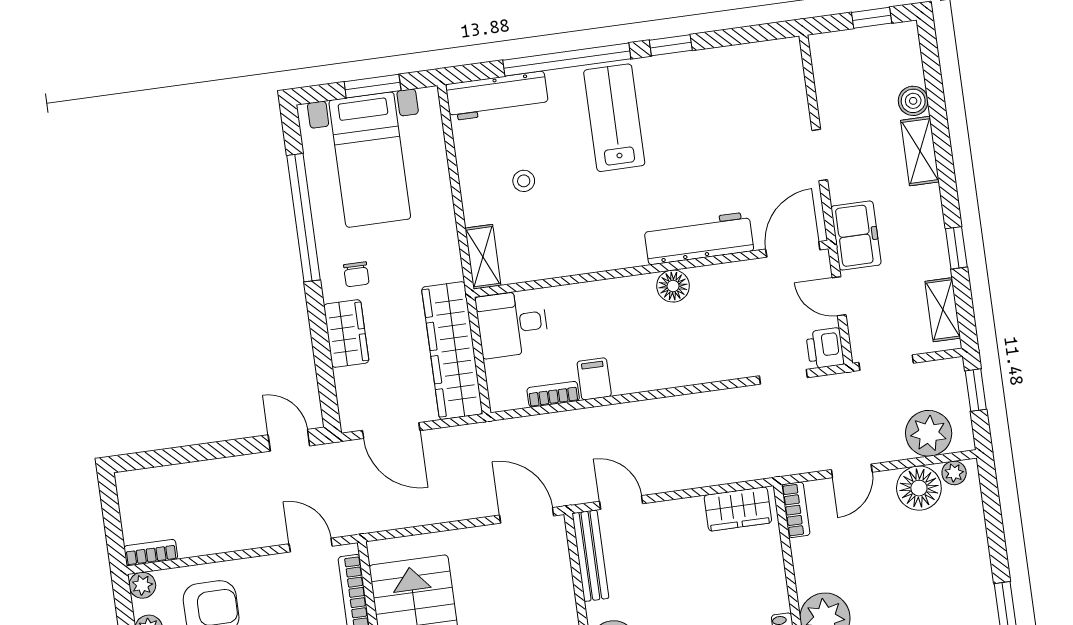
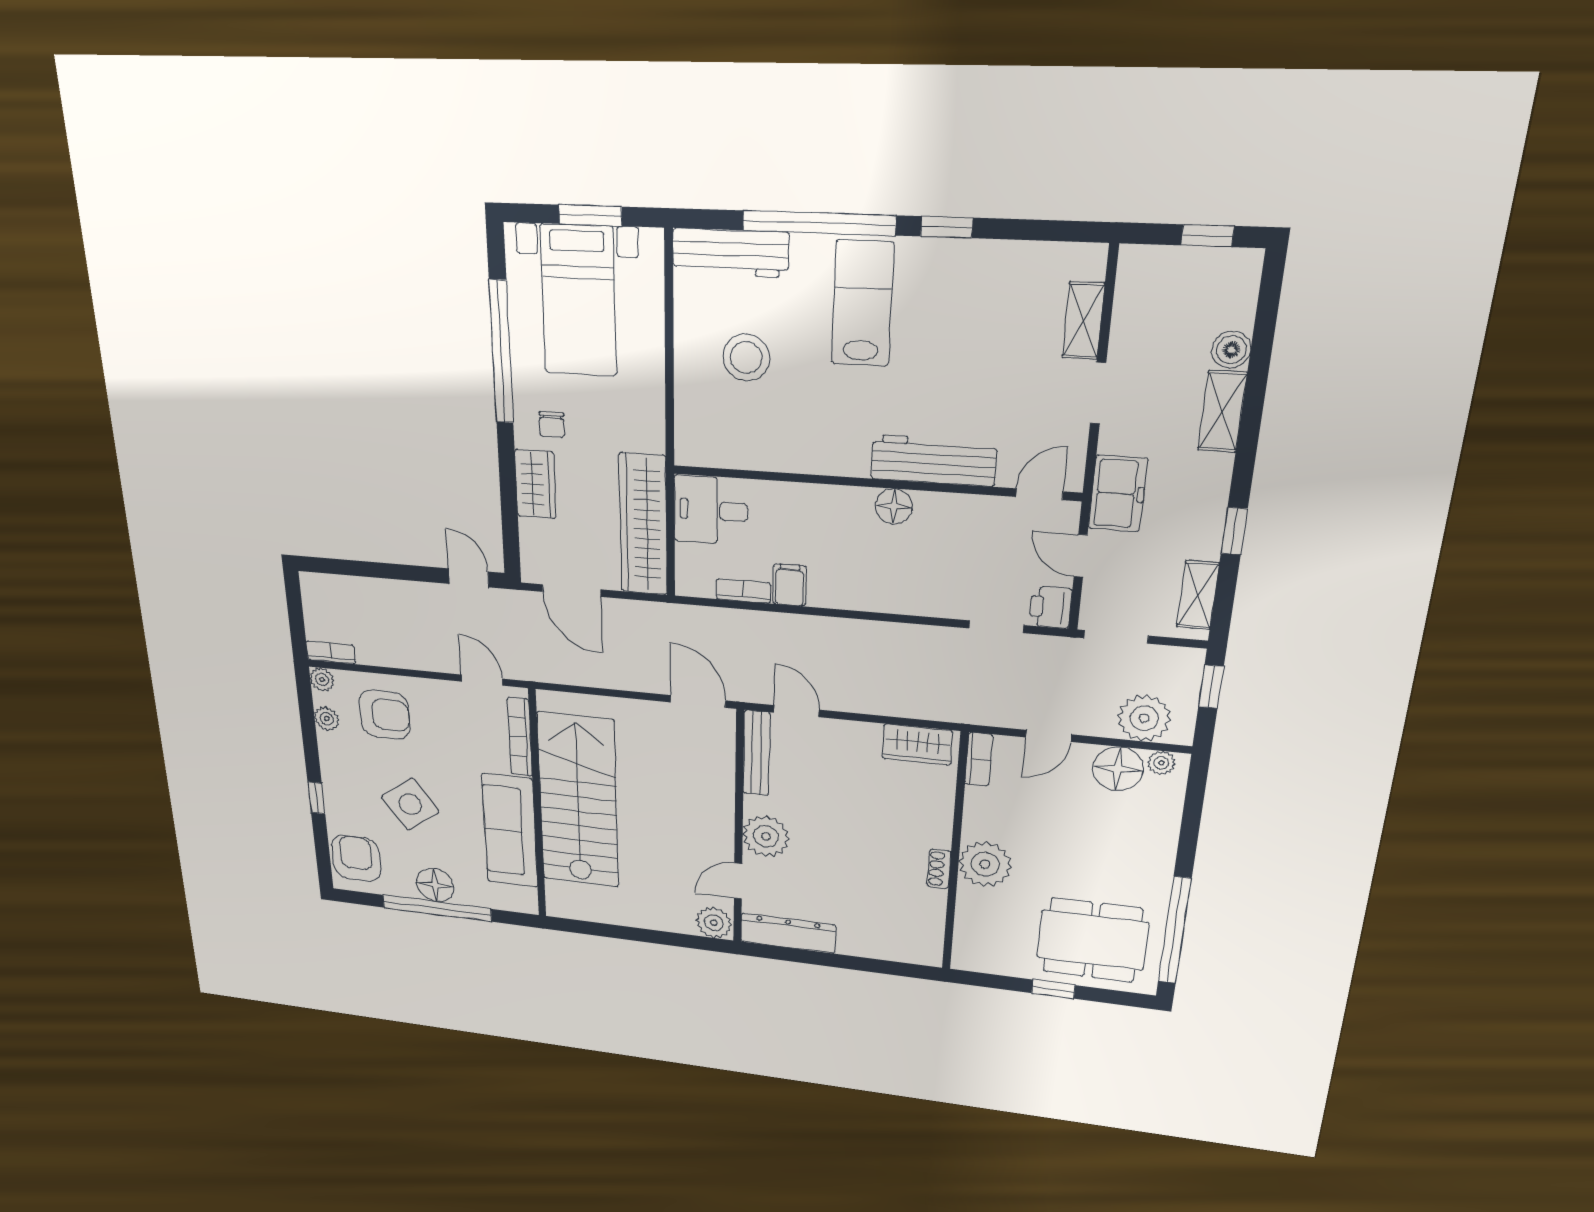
stool: (524, 181) -> (746, 358), width x1.89, depth x1.89
door: (793, 249) -> (1040, 494), width x0.73
shelving: (483, 257) -> (1083, 321), moved

